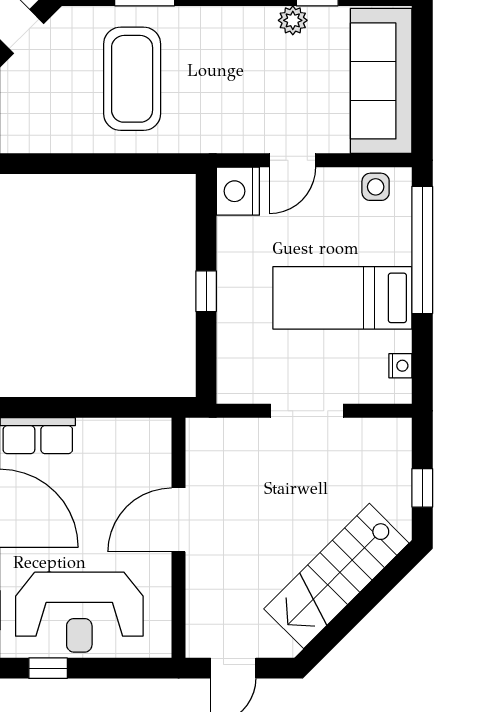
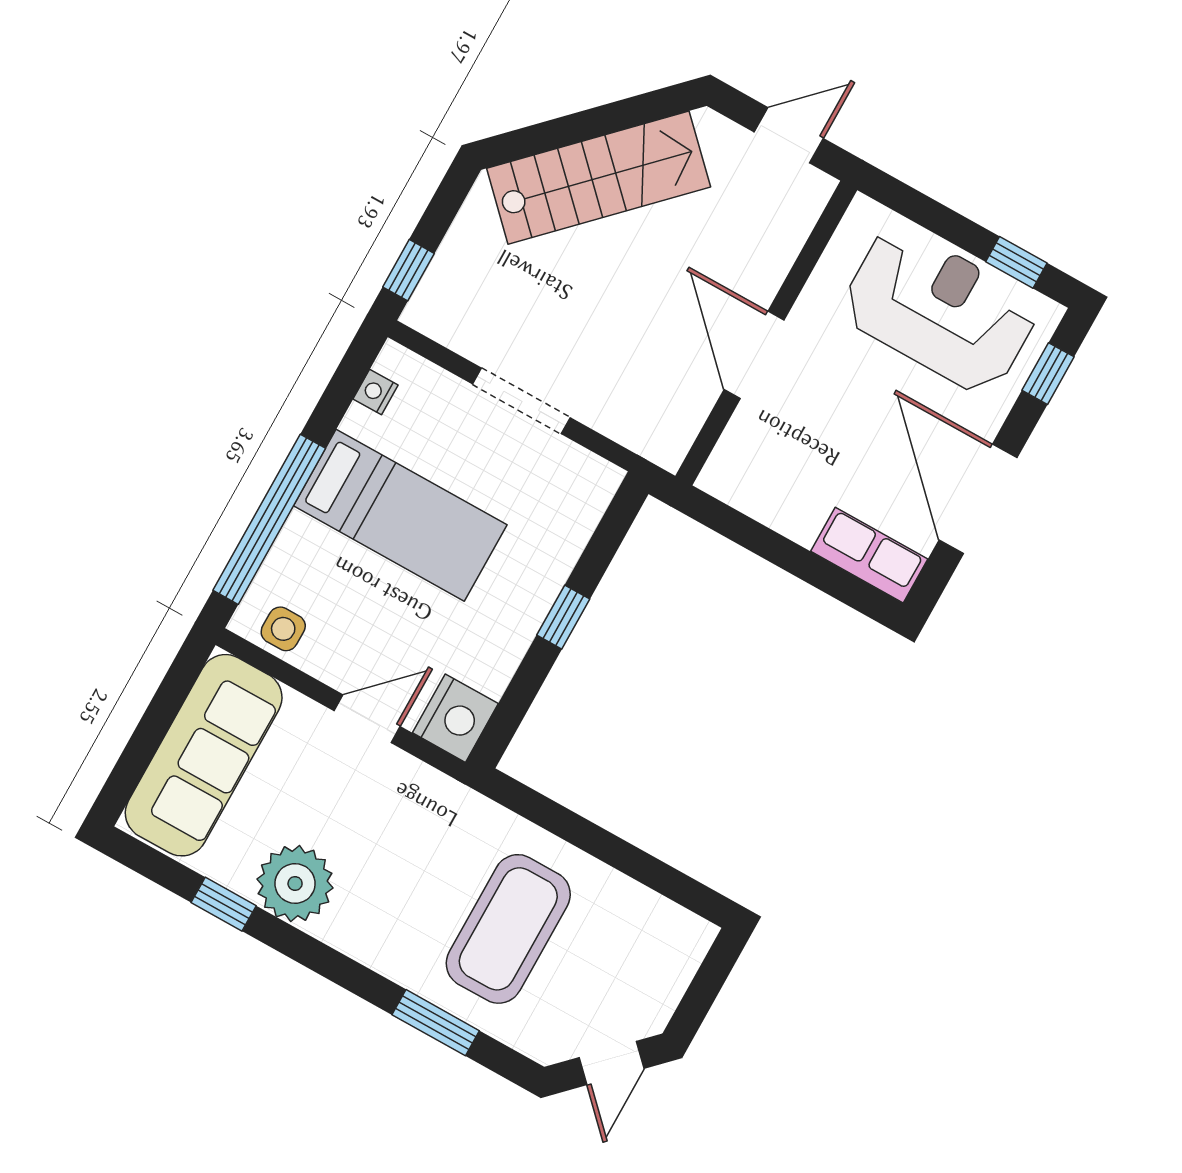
plant: (293, 20) -> (295, 884), width x1.87, depth x1.87
window: (422, 488) -> (408, 270), moved
door: (179, 520) -> (754, 355), swing flipped

